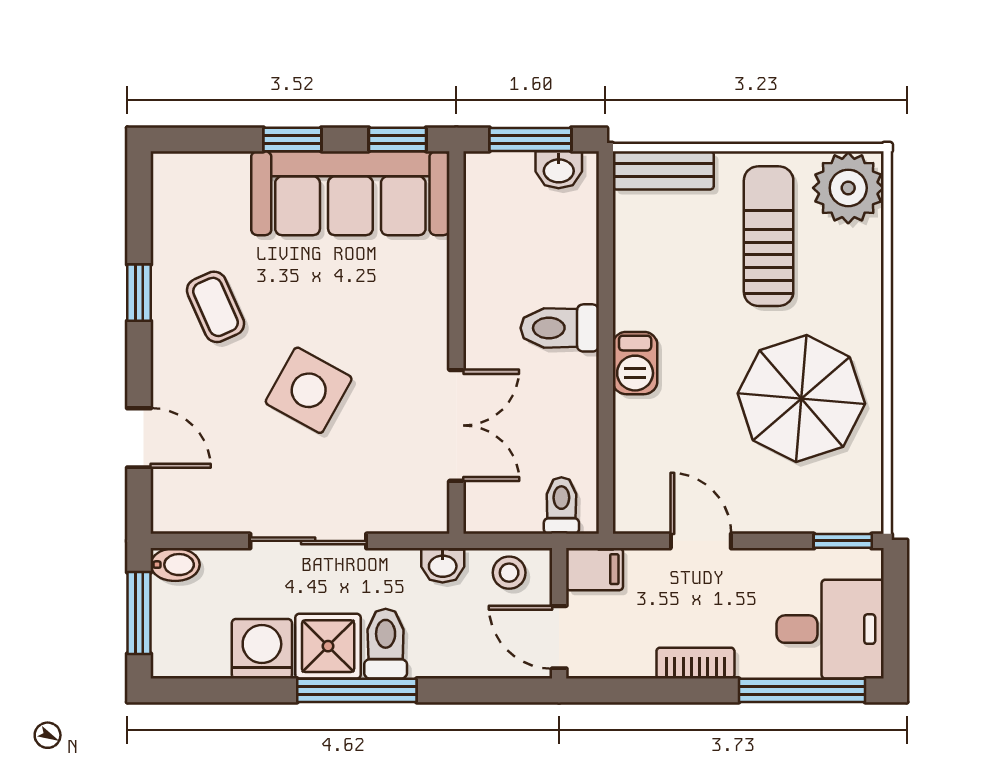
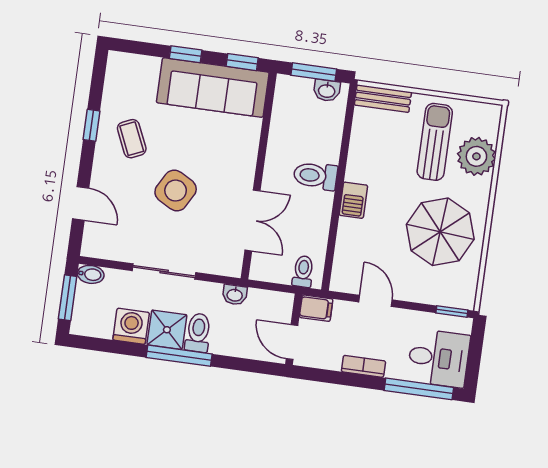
plant: (848, 188) -> (476, 156), moved
stool: (509, 573) -> (270, 304), removed

